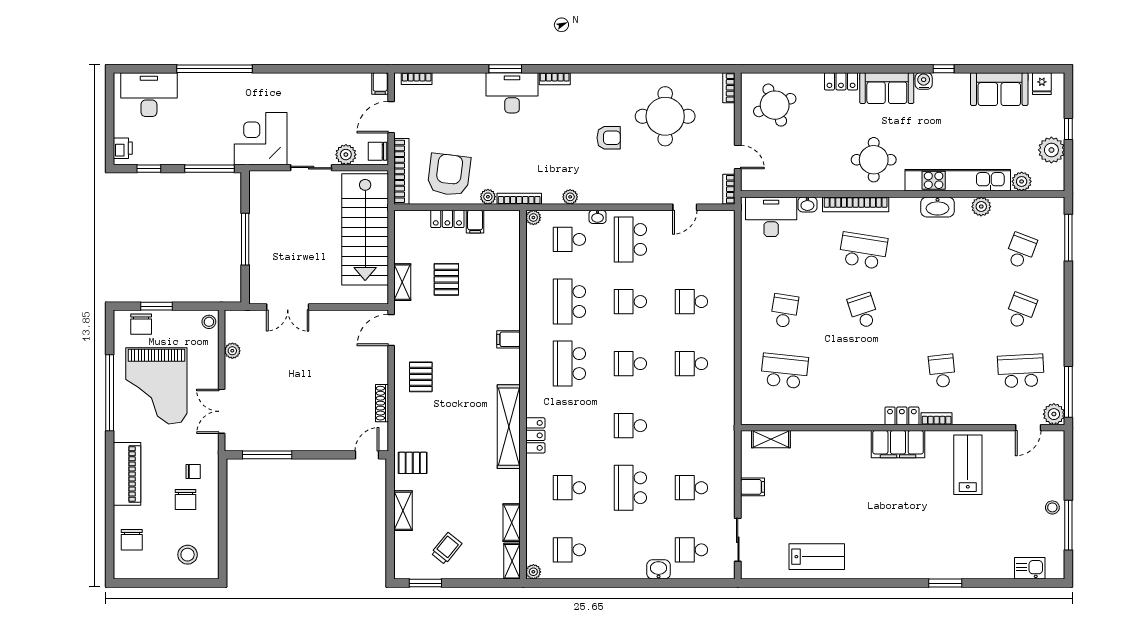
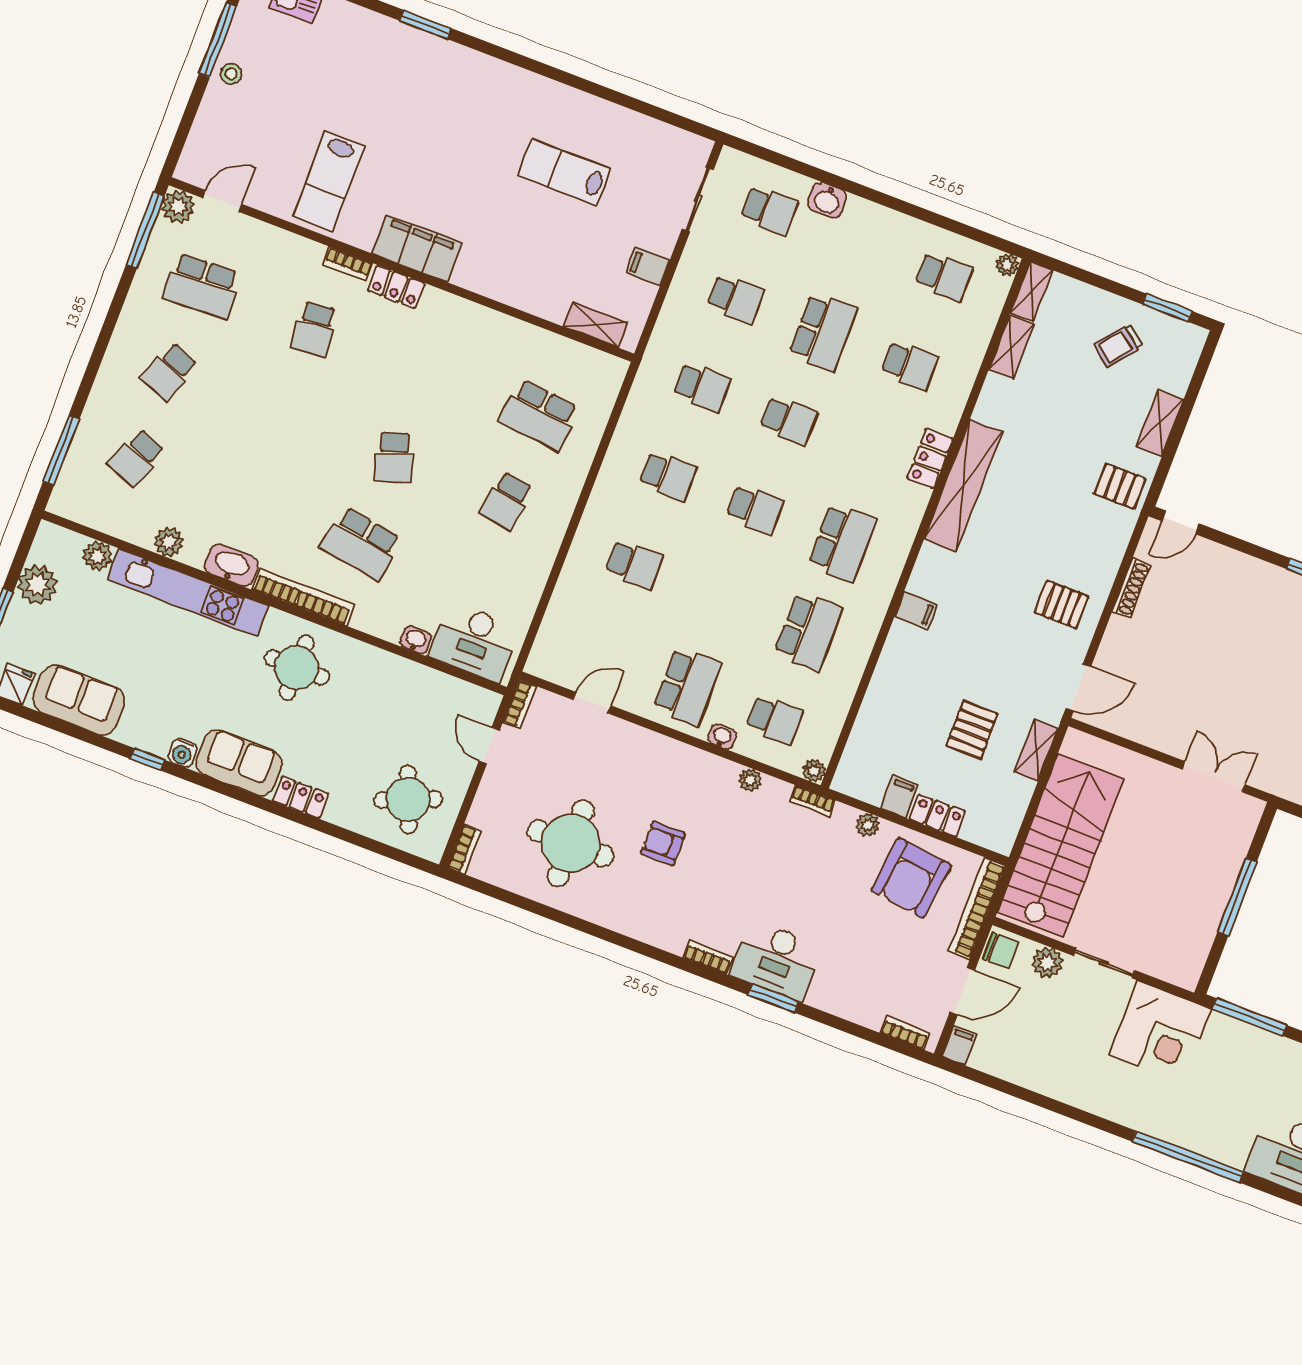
bookcase: (519, 199) -> (813, 801), width x0.64
bookcase: (856, 204) -> (303, 597), moved
school desk: (630, 302) -> (702, 387), moved
pallet: (421, 377) -> (1062, 605), turned 90
lab bench: (817, 557) -> (564, 172), moved

